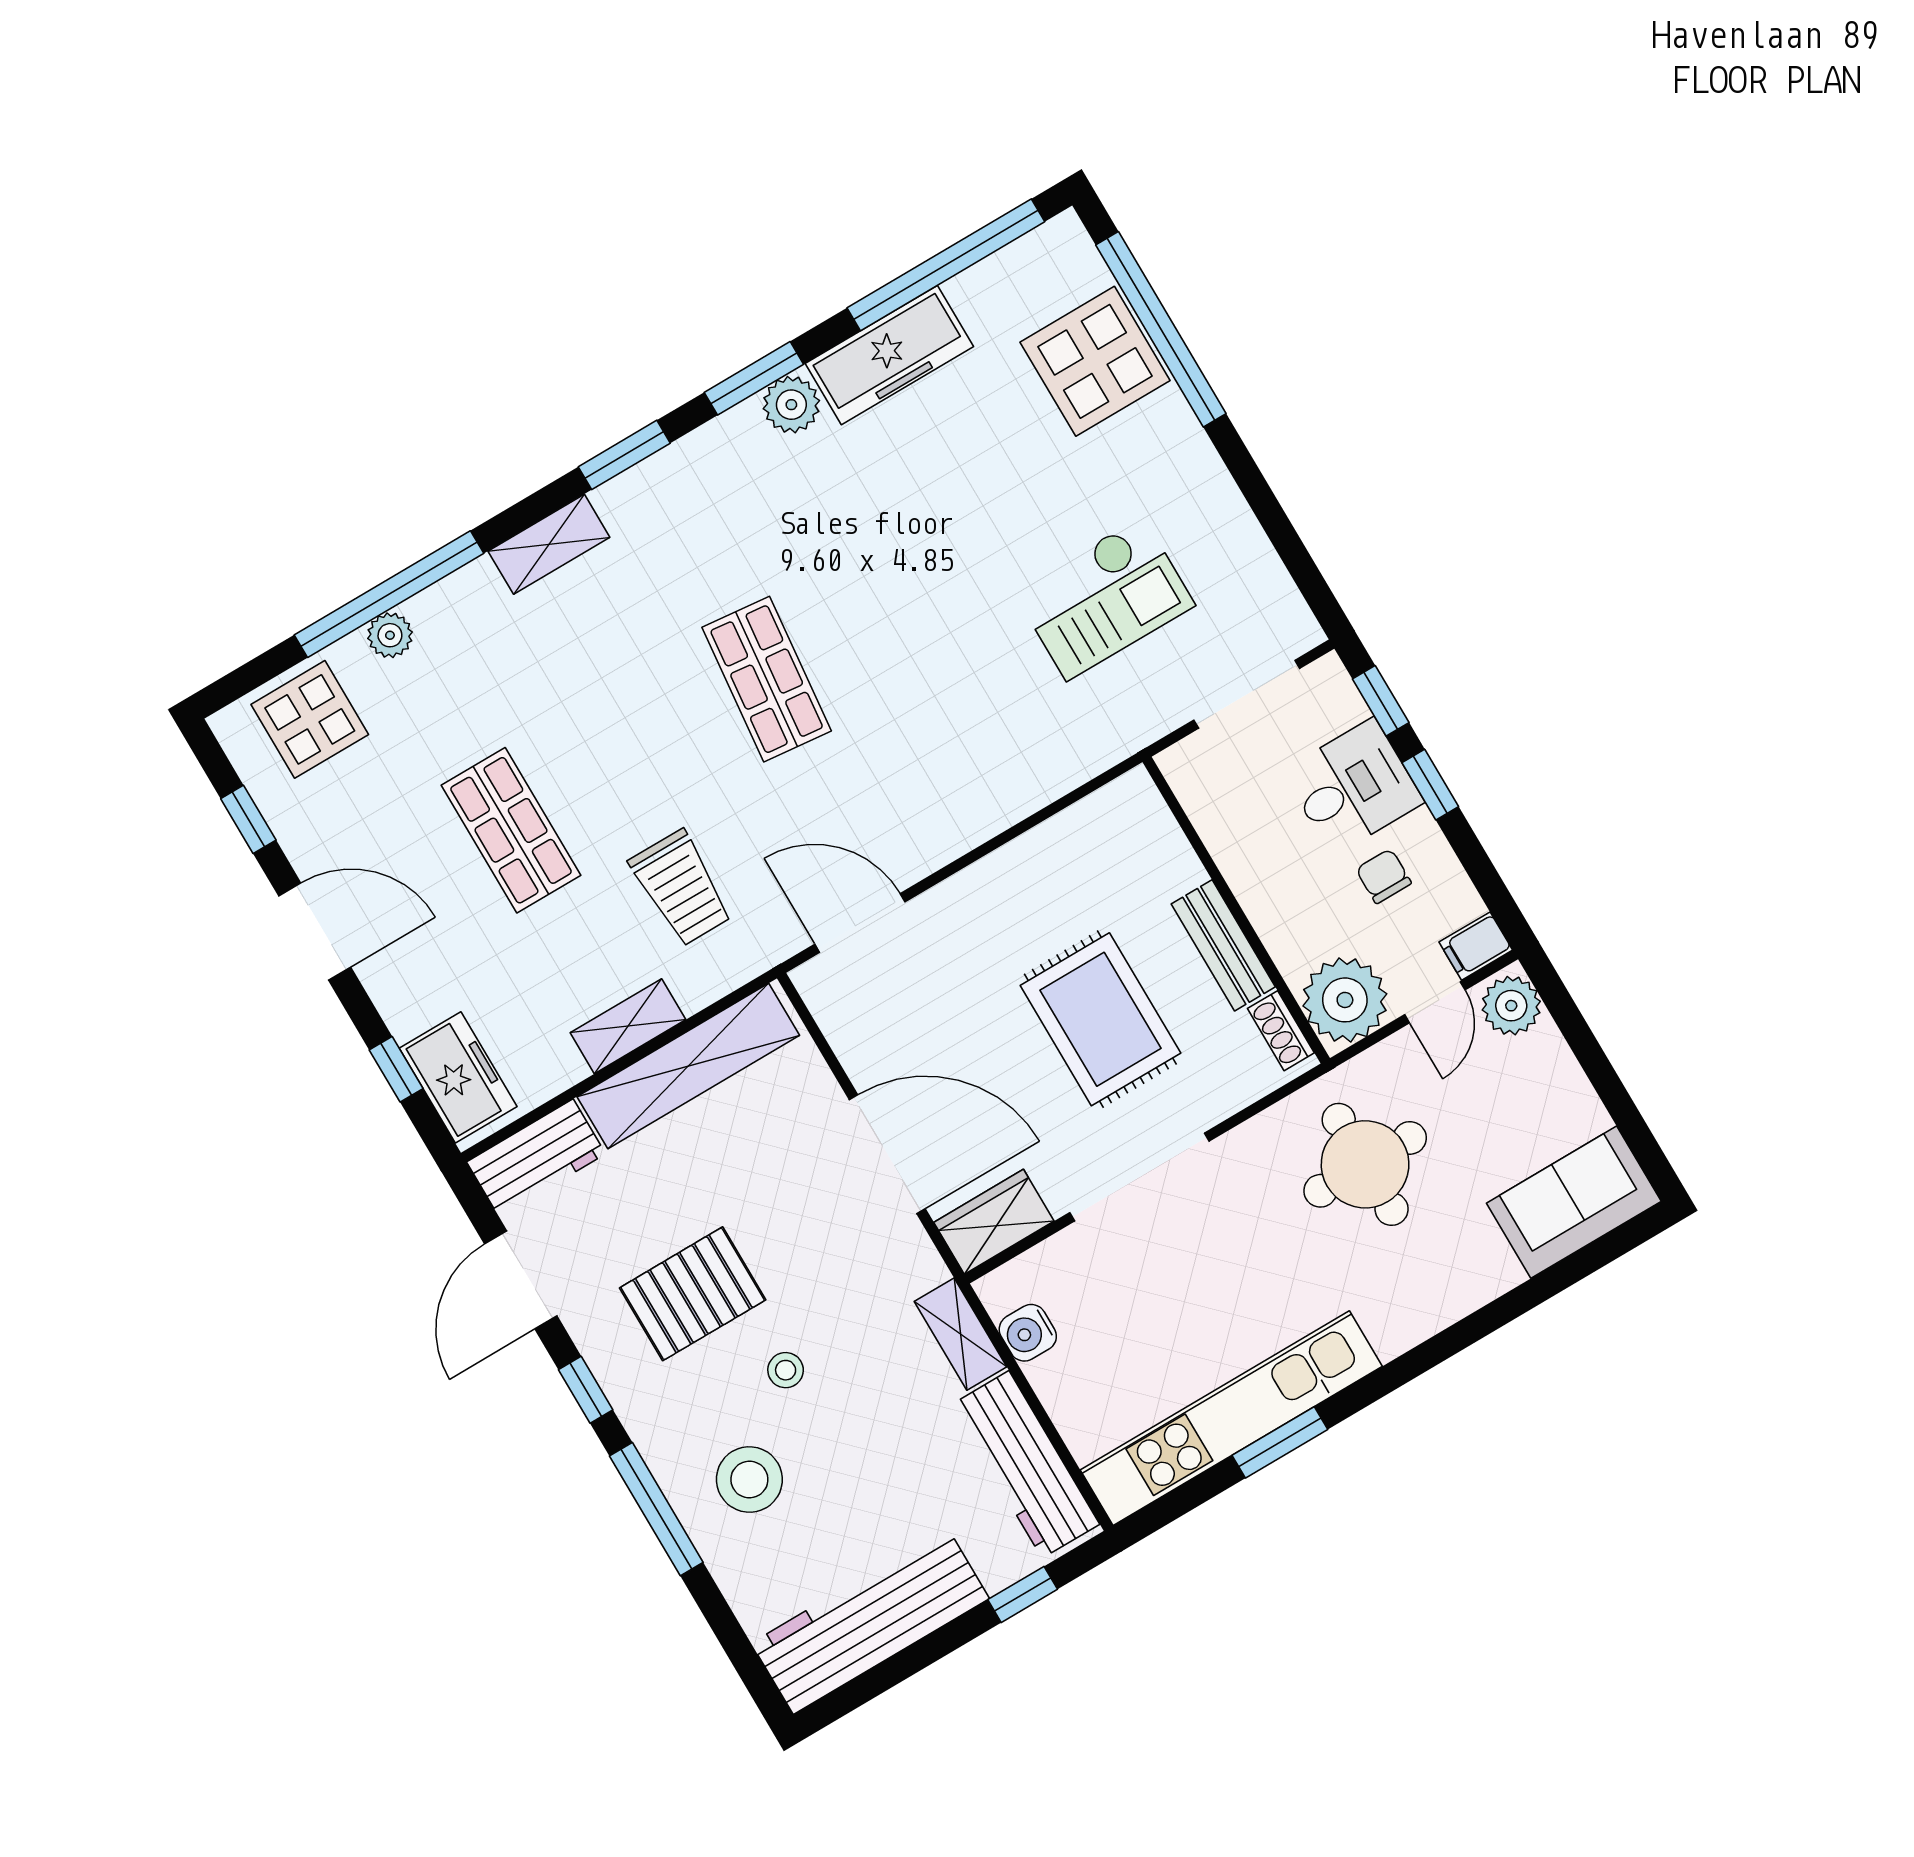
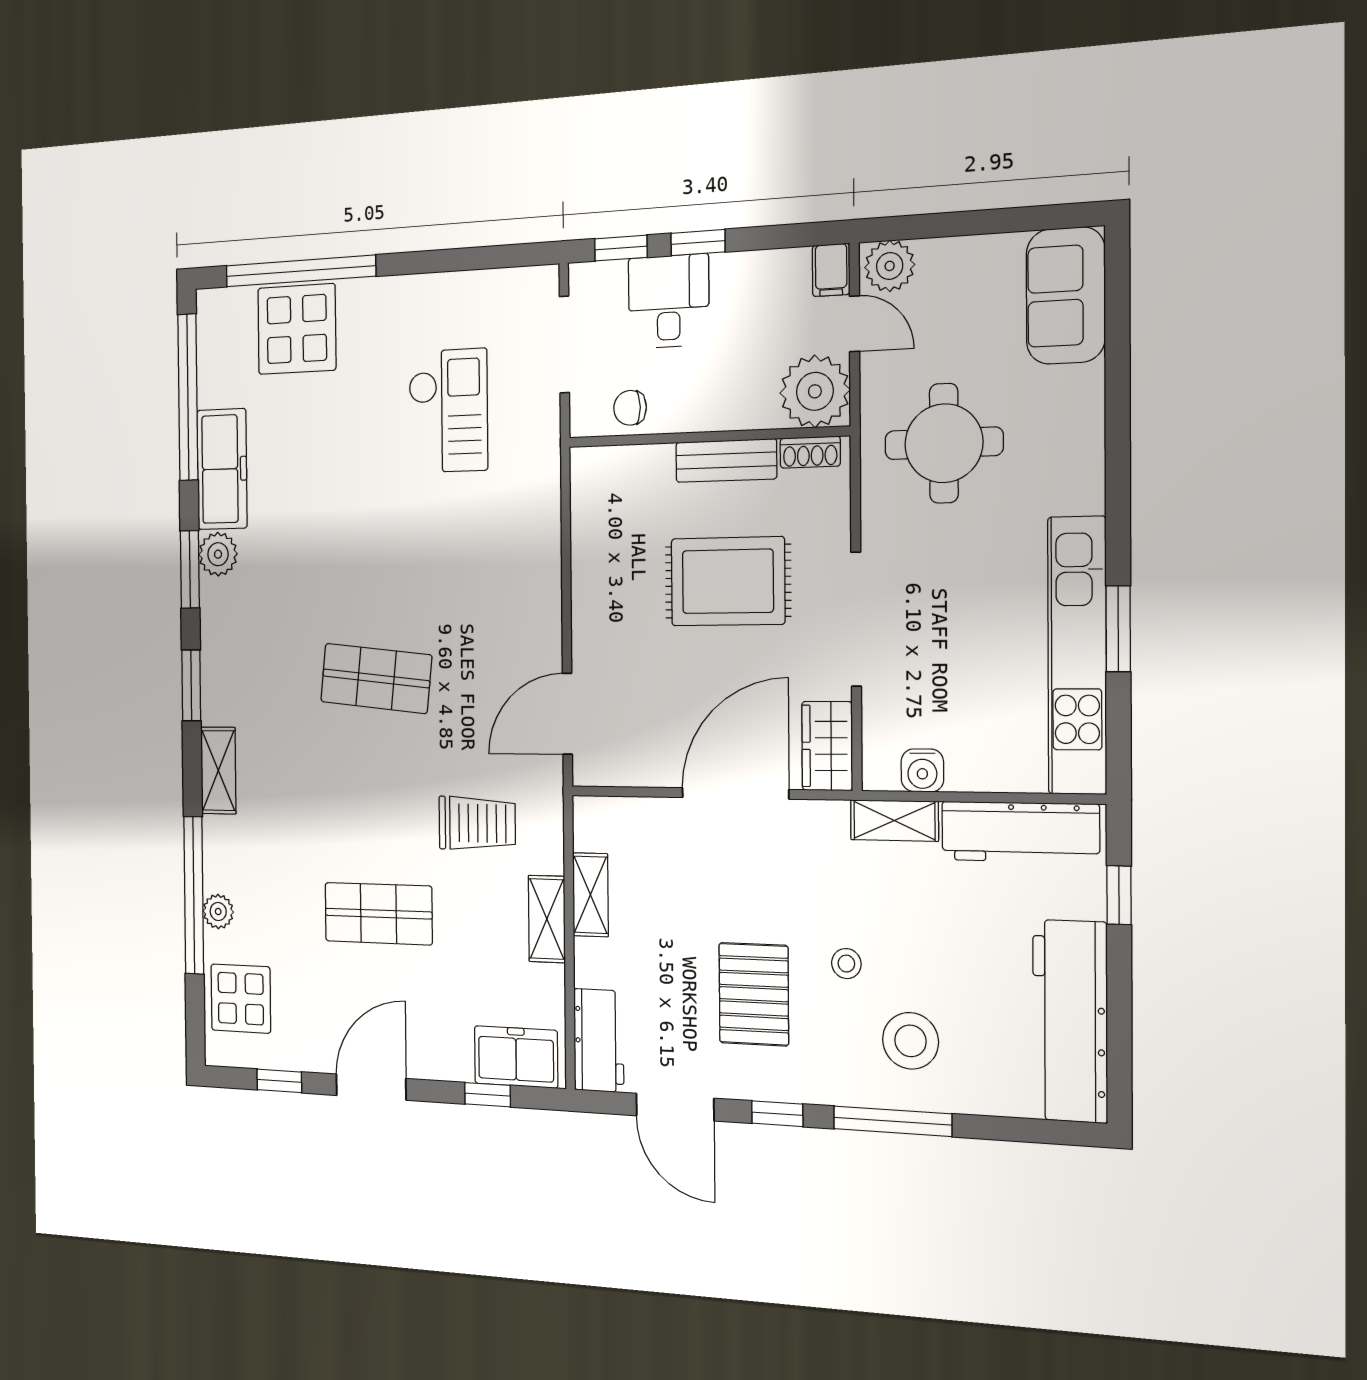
chair: (1384, 876) -> (630, 408), moved
shelving: (688, 1066) -> (590, 895), width x0.45, depth x0.75

